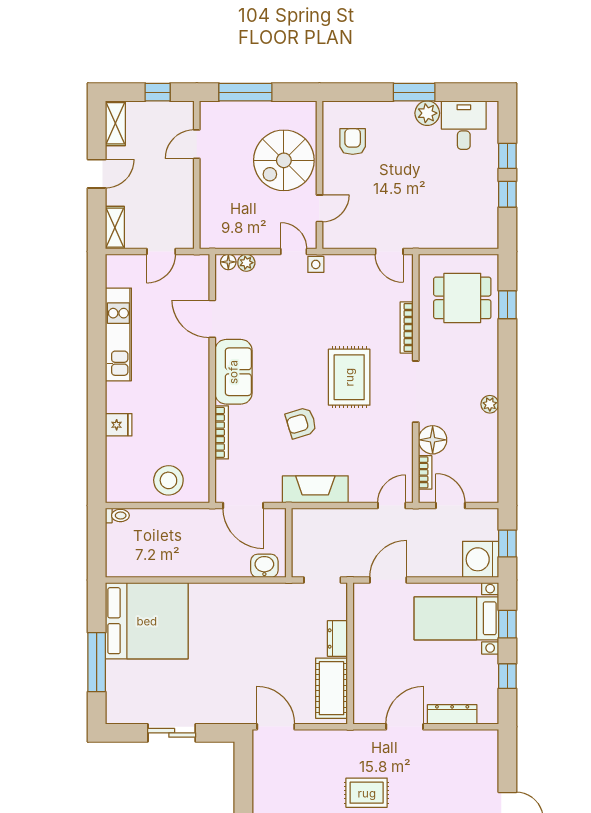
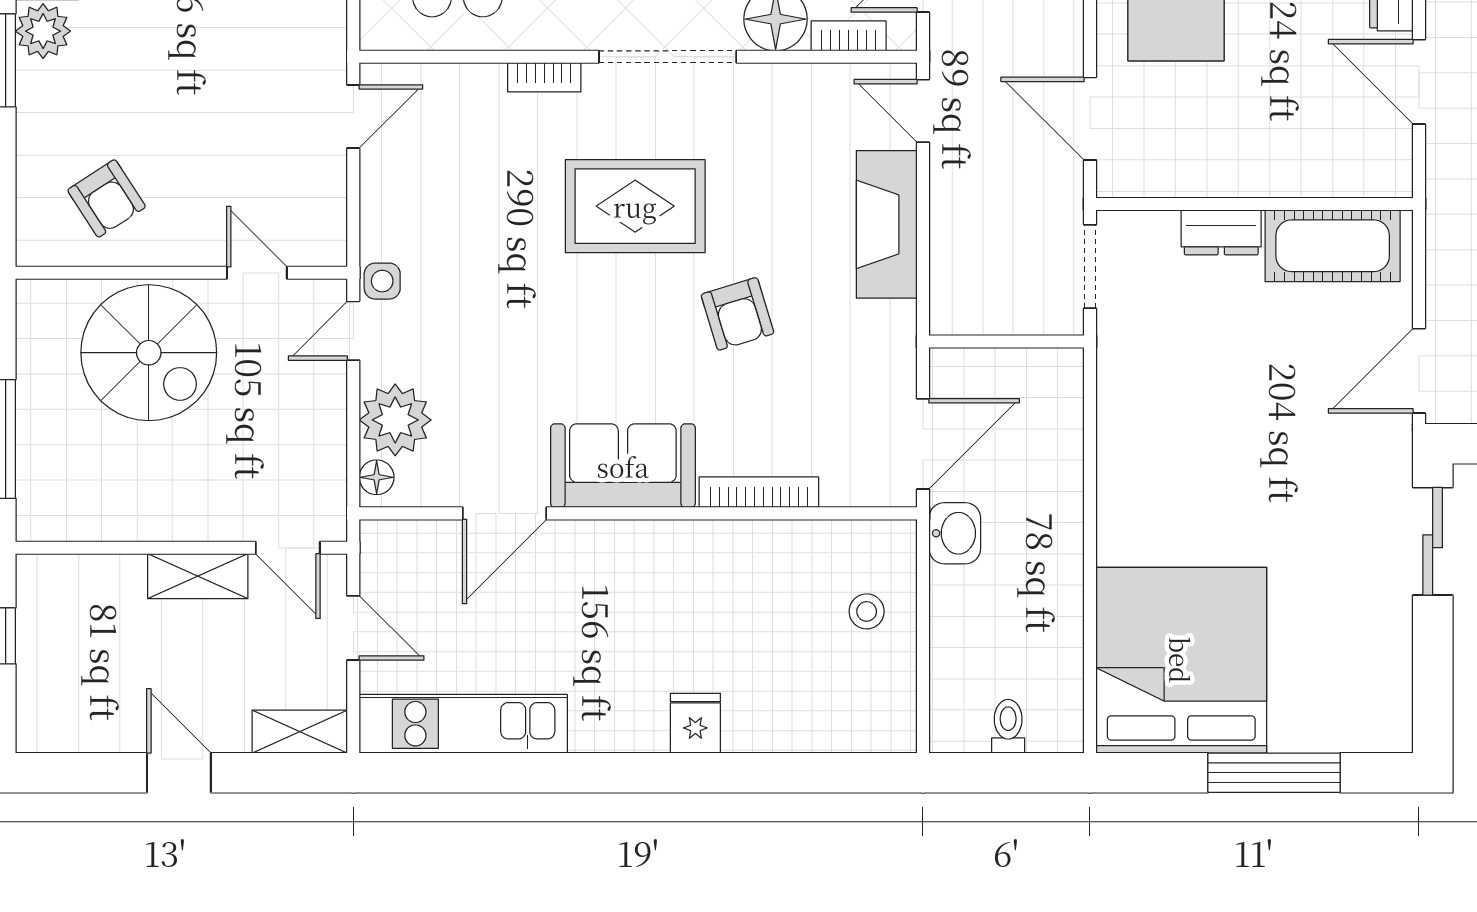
shelving: (115, 123) -> (198, 576), moved
armchair: (353, 142) -> (107, 198), turned -123
door: (197, 144) -> (288, 548), moved
plant: (246, 263) -> (395, 420), width x1.88, depth x1.88
bookcase: (407, 327) -> (544, 77), width x0.64
kitchen unit: (118, 334) -> (463, 724), moved
fridge: (119, 425) -> (695, 723), moved
stool: (168, 480) -> (867, 611), width x0.53, depth x0.53
fireplace: (315, 489) -> (887, 224), moved
toilet: (117, 515) -> (1008, 726), moved
washbasin: (264, 566) -> (955, 533), moved, turned 180
sliding door: (172, 733) -> (1433, 541), moved

